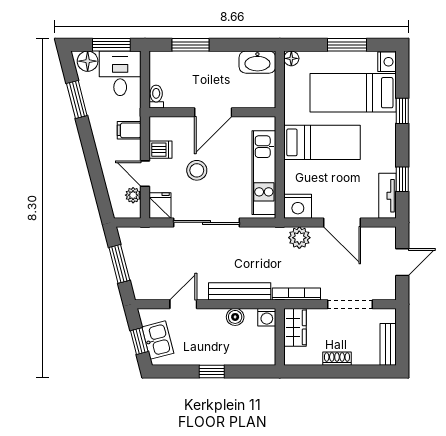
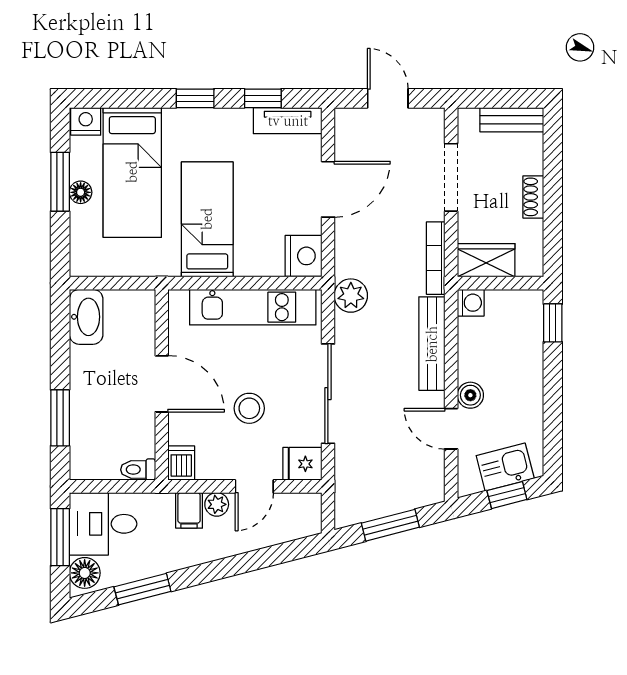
floor lamp: (291, 58) -> (81, 192), moved
window: (402, 111) -> (195, 98), moved
dishwasher: (160, 150) -> (181, 463), moved
plant: (133, 195) -> (217, 504), moved
plant: (299, 238) -> (351, 296), moved
boiler: (235, 317) -> (470, 395), moved
window: (212, 372) -> (553, 323), moved

